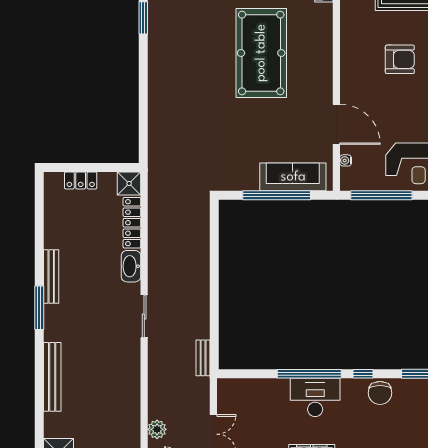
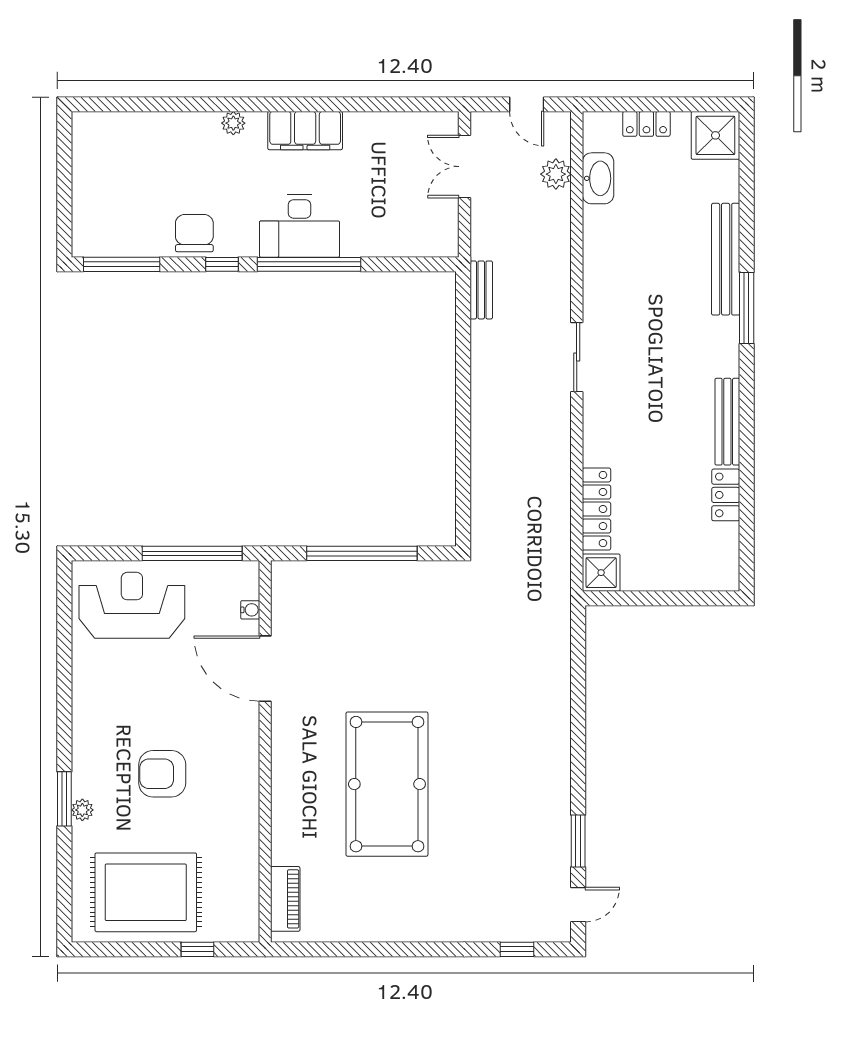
sofa: (293, 177) -> (336, 583), removed
locker: (81, 180) -> (726, 495), moved, turned -90
washbasin: (131, 266) -> (598, 178), moved
window: (39, 308) -> (747, 308), moved

